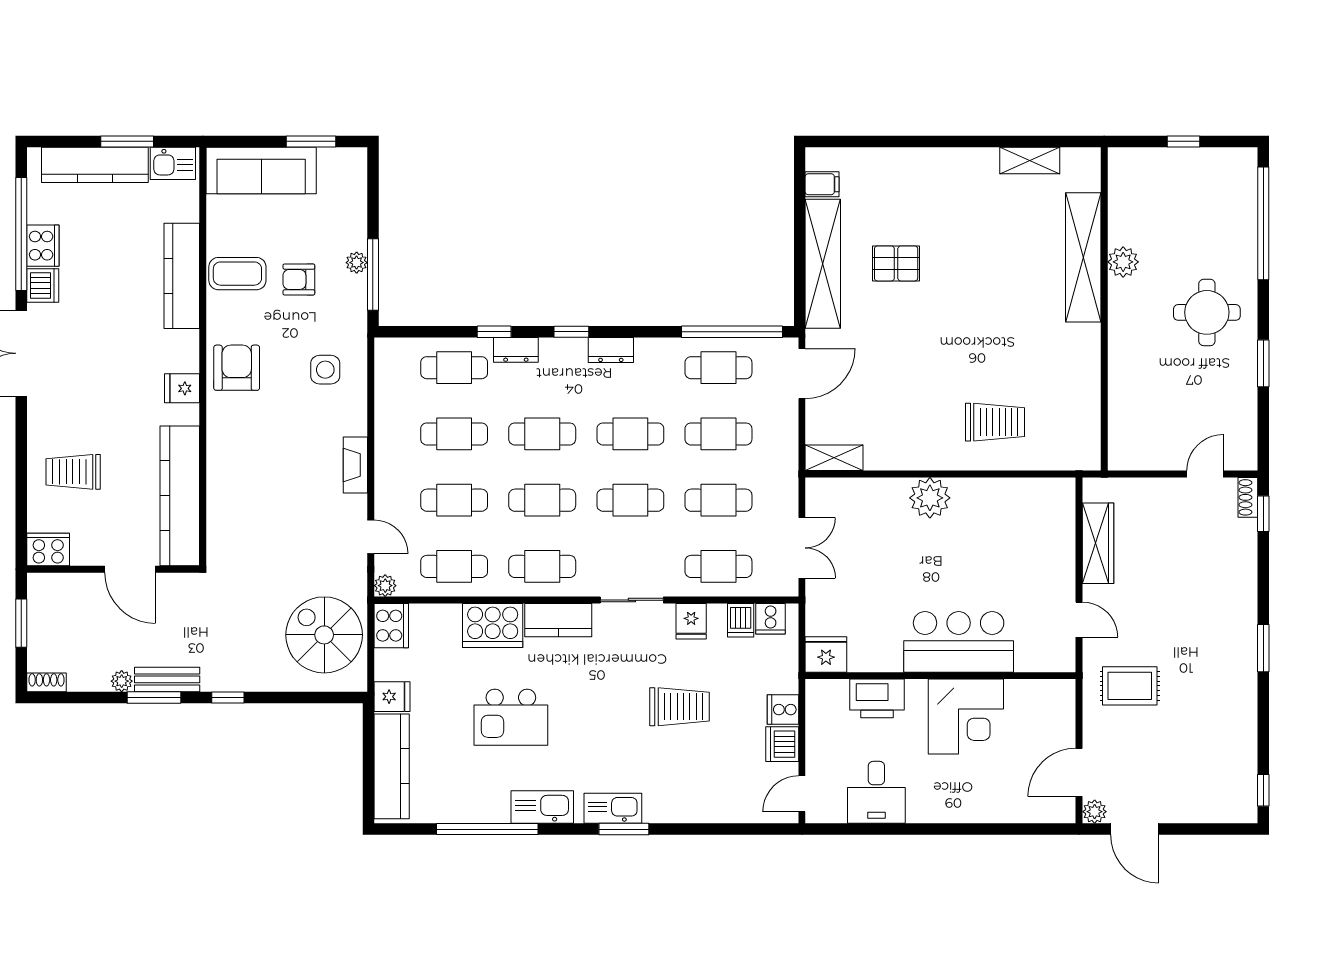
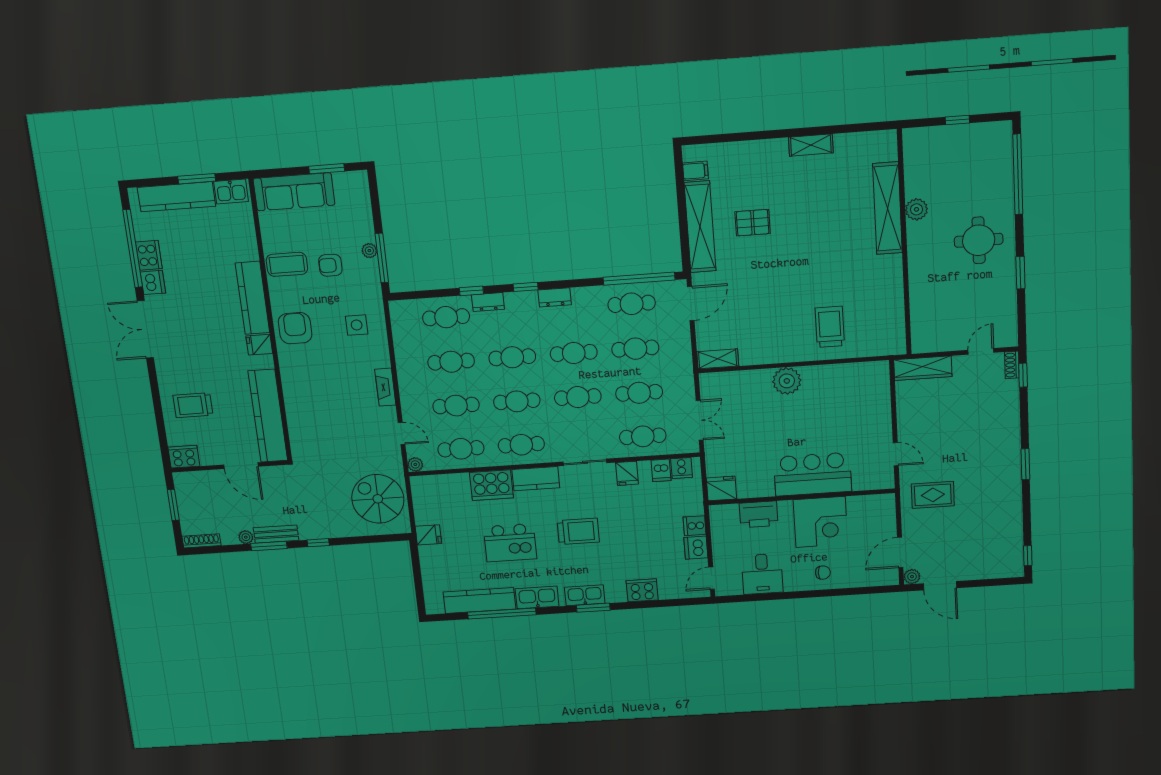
shelving: (1030, 161) -> (811, 145), moved
kitchen counter: (182, 276) -> (252, 298), moved
trolley: (995, 422) -> (830, 327), turned -90
wardrobe: (1098, 543) -> (923, 368), moved, turned 90
cooker: (391, 626) -> (642, 590), moved, turned -90
shoe rack: (47, 682) -> (201, 541), width x1.43
trolley: (680, 707) -> (578, 531), moved
kitchen counter: (392, 766) -> (479, 600), moved, turned -90
chair: (965, 796) -> (823, 573), added

